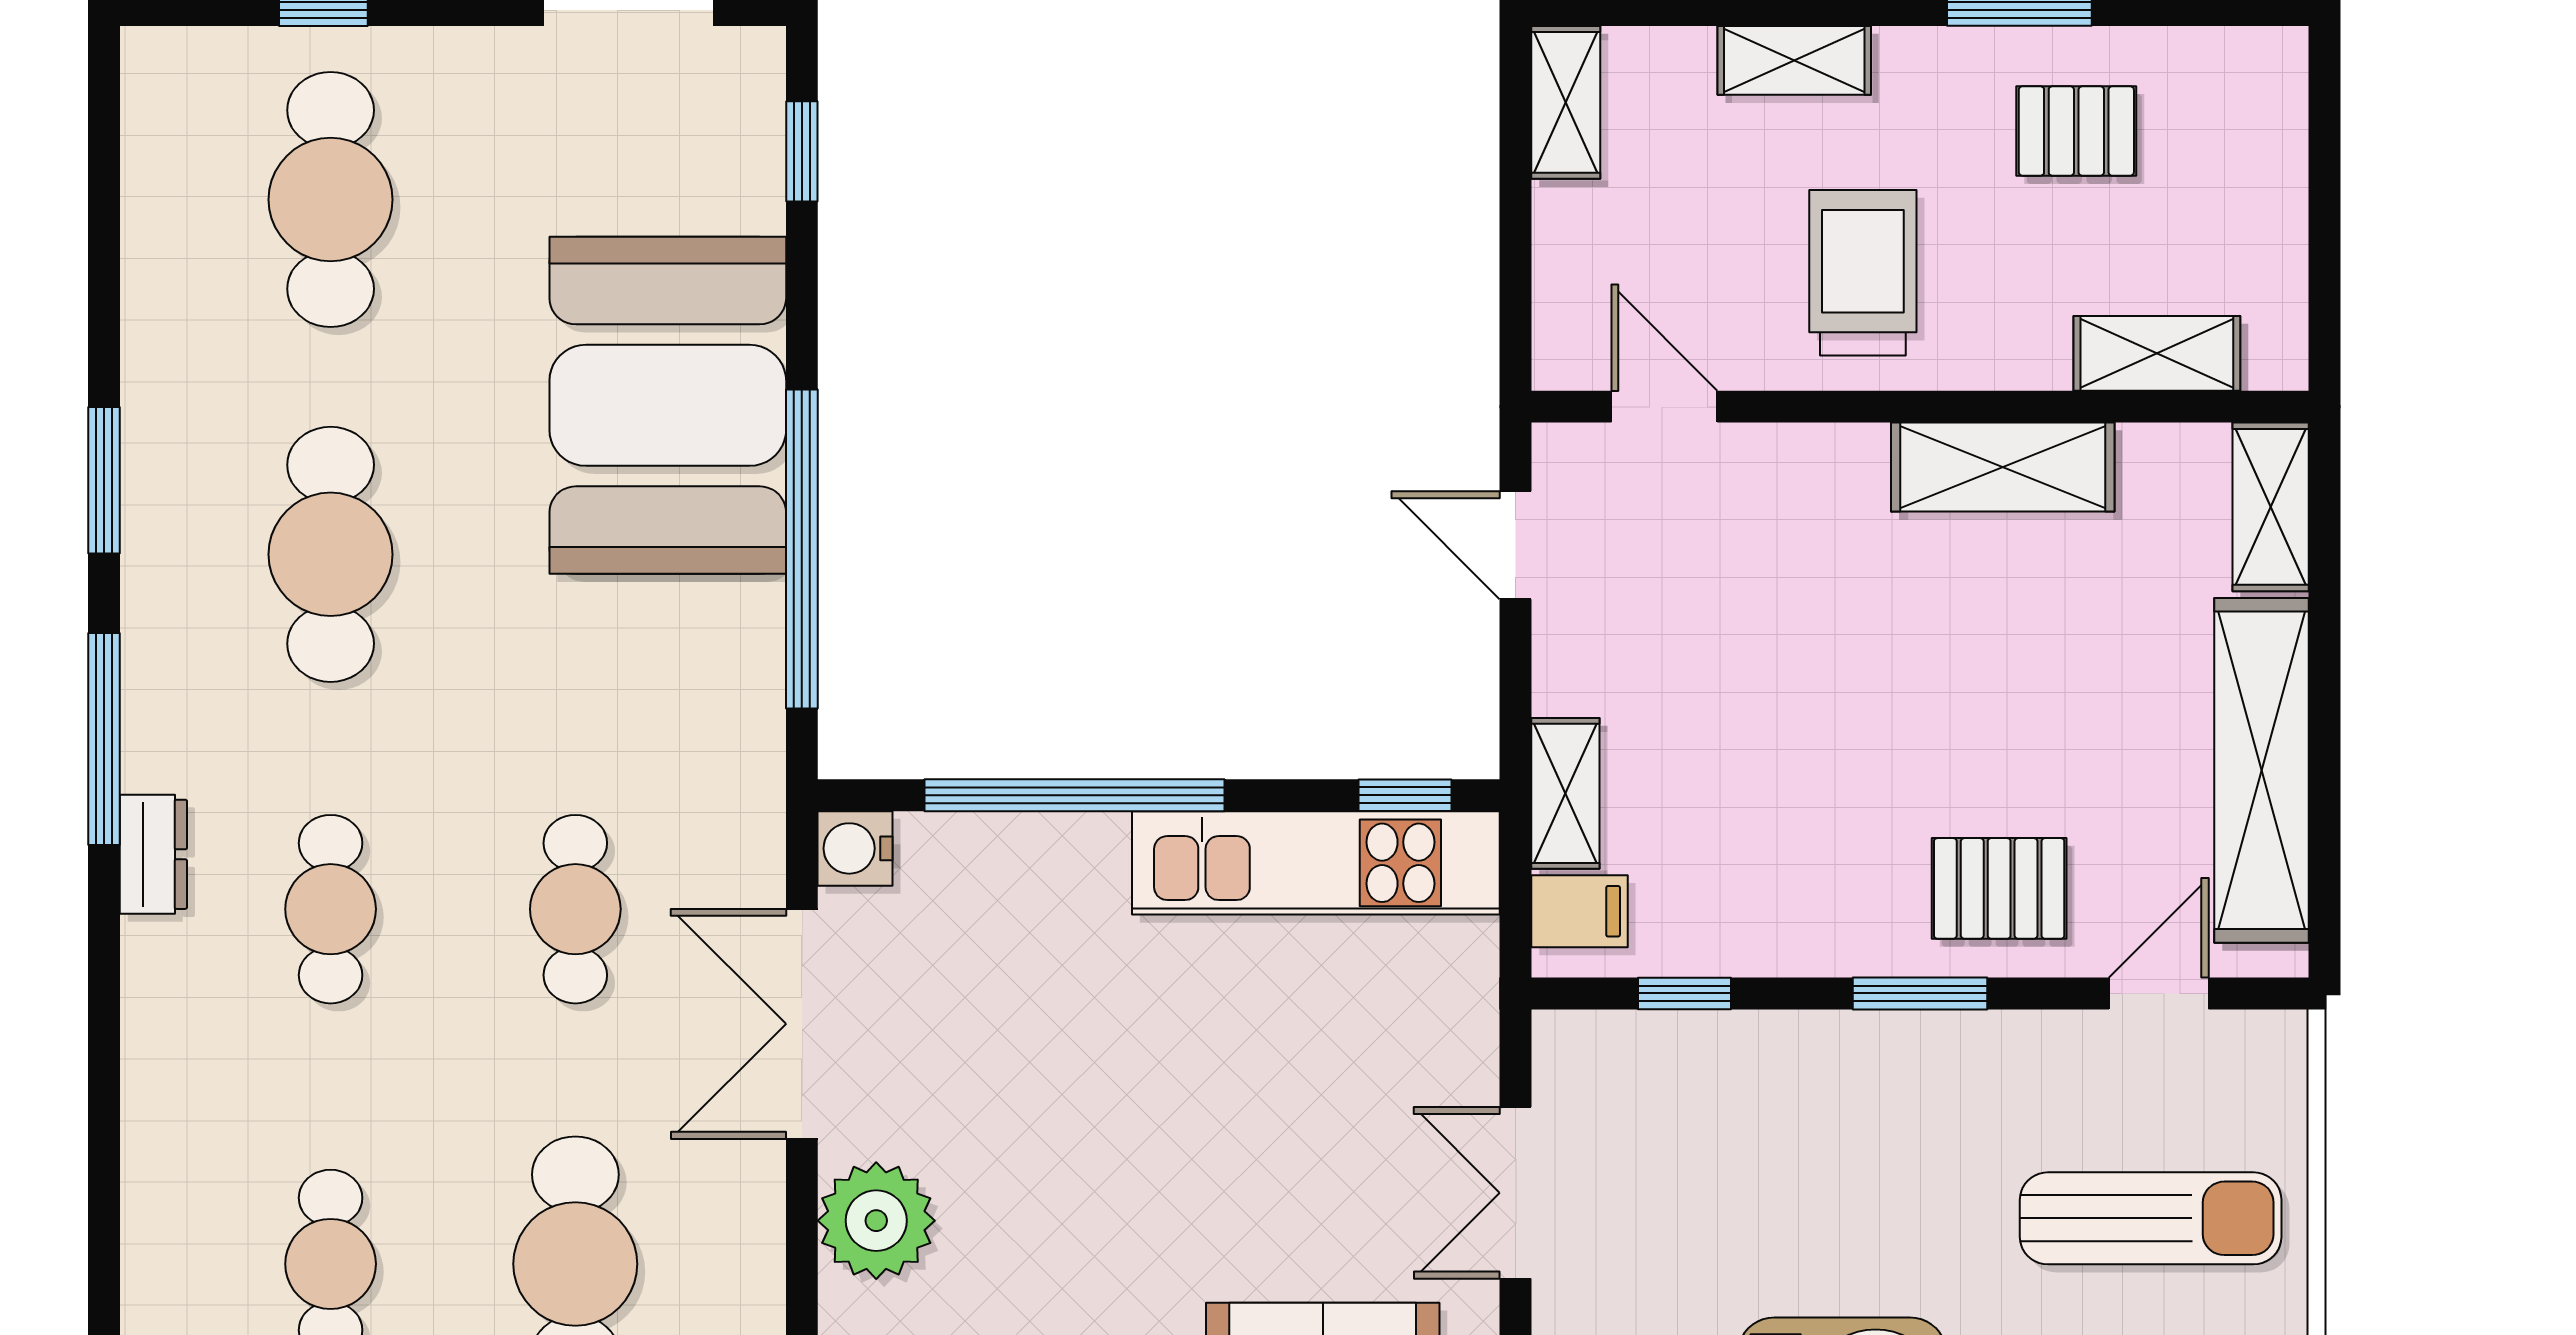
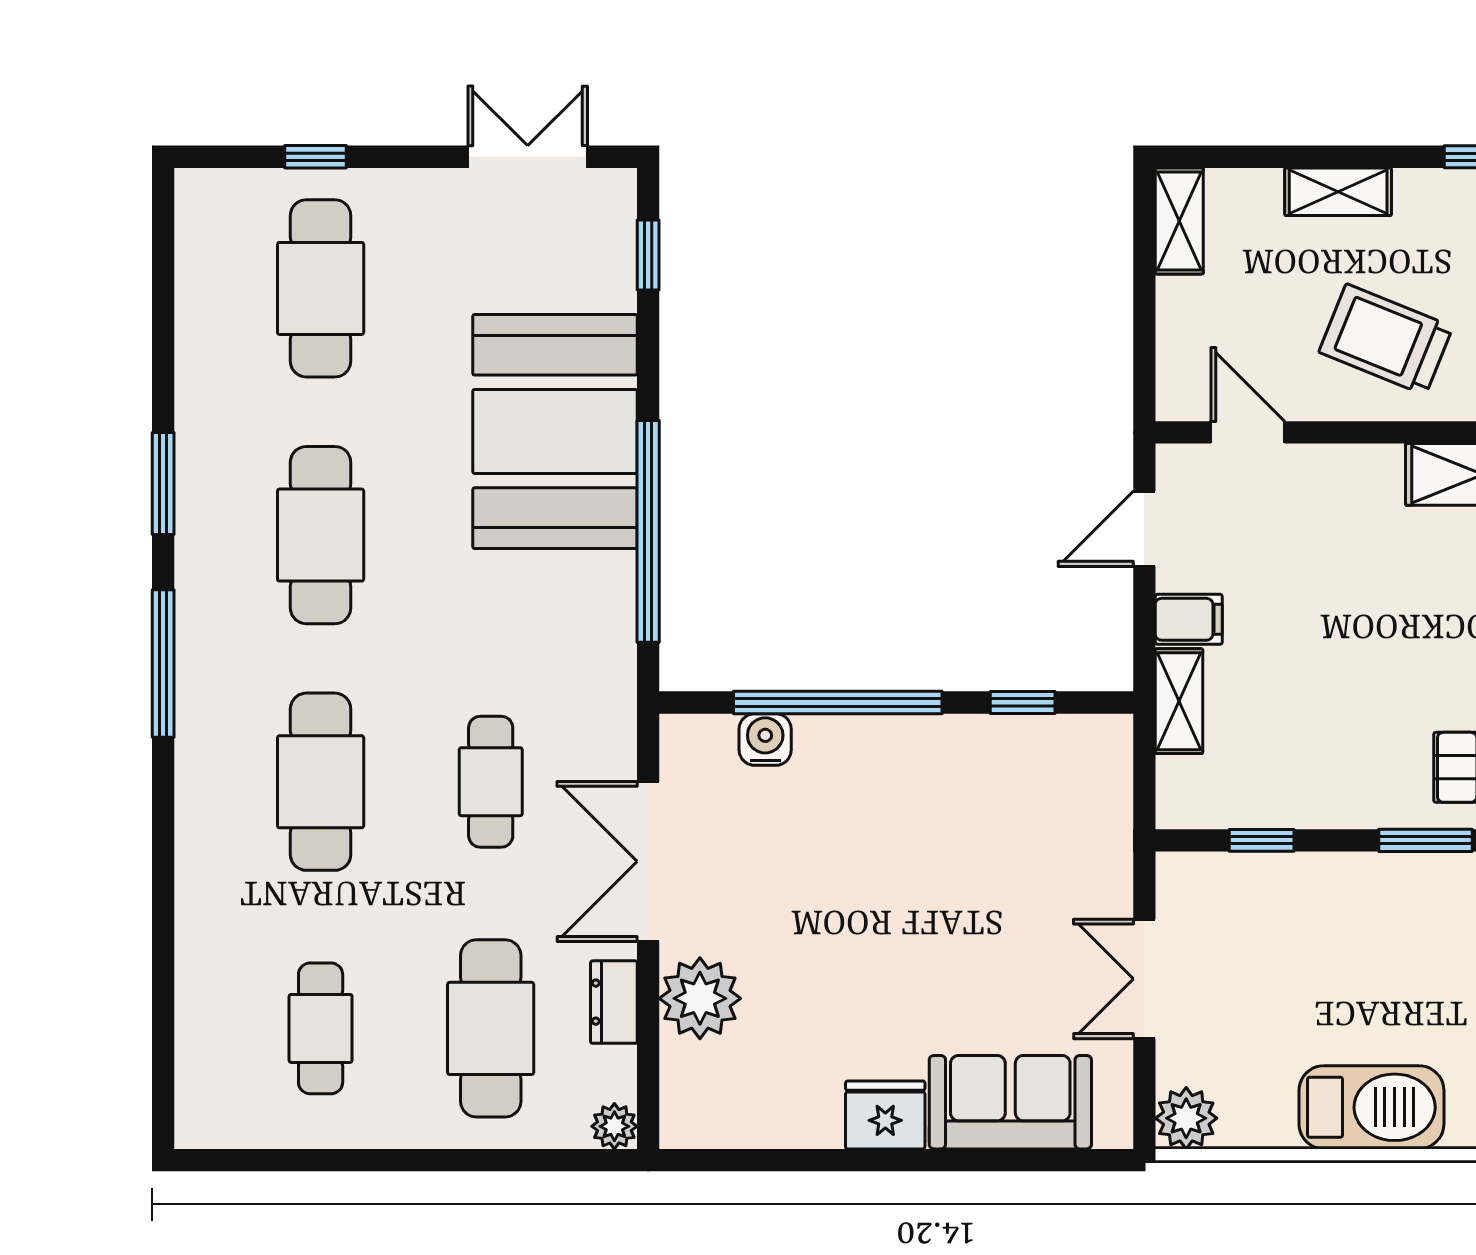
trolley: (1863, 273) -> (1386, 339), turned -68
door: (1516, 545) -> (1144, 529), hinge flipped
window: (1405, 795) -> (1023, 703), moved
water cooler: (855, 848) -> (765, 739), moved, turned 90
dresser: (153, 854) -> (614, 1002), moved, turned 180
kitchen unit: (1316, 863) -> (1006, 750), removed
cafe table: (331, 909) -> (321, 782), width x1.37, depth x1.35
filing cabinet: (1579, 911) -> (1189, 619), moved

